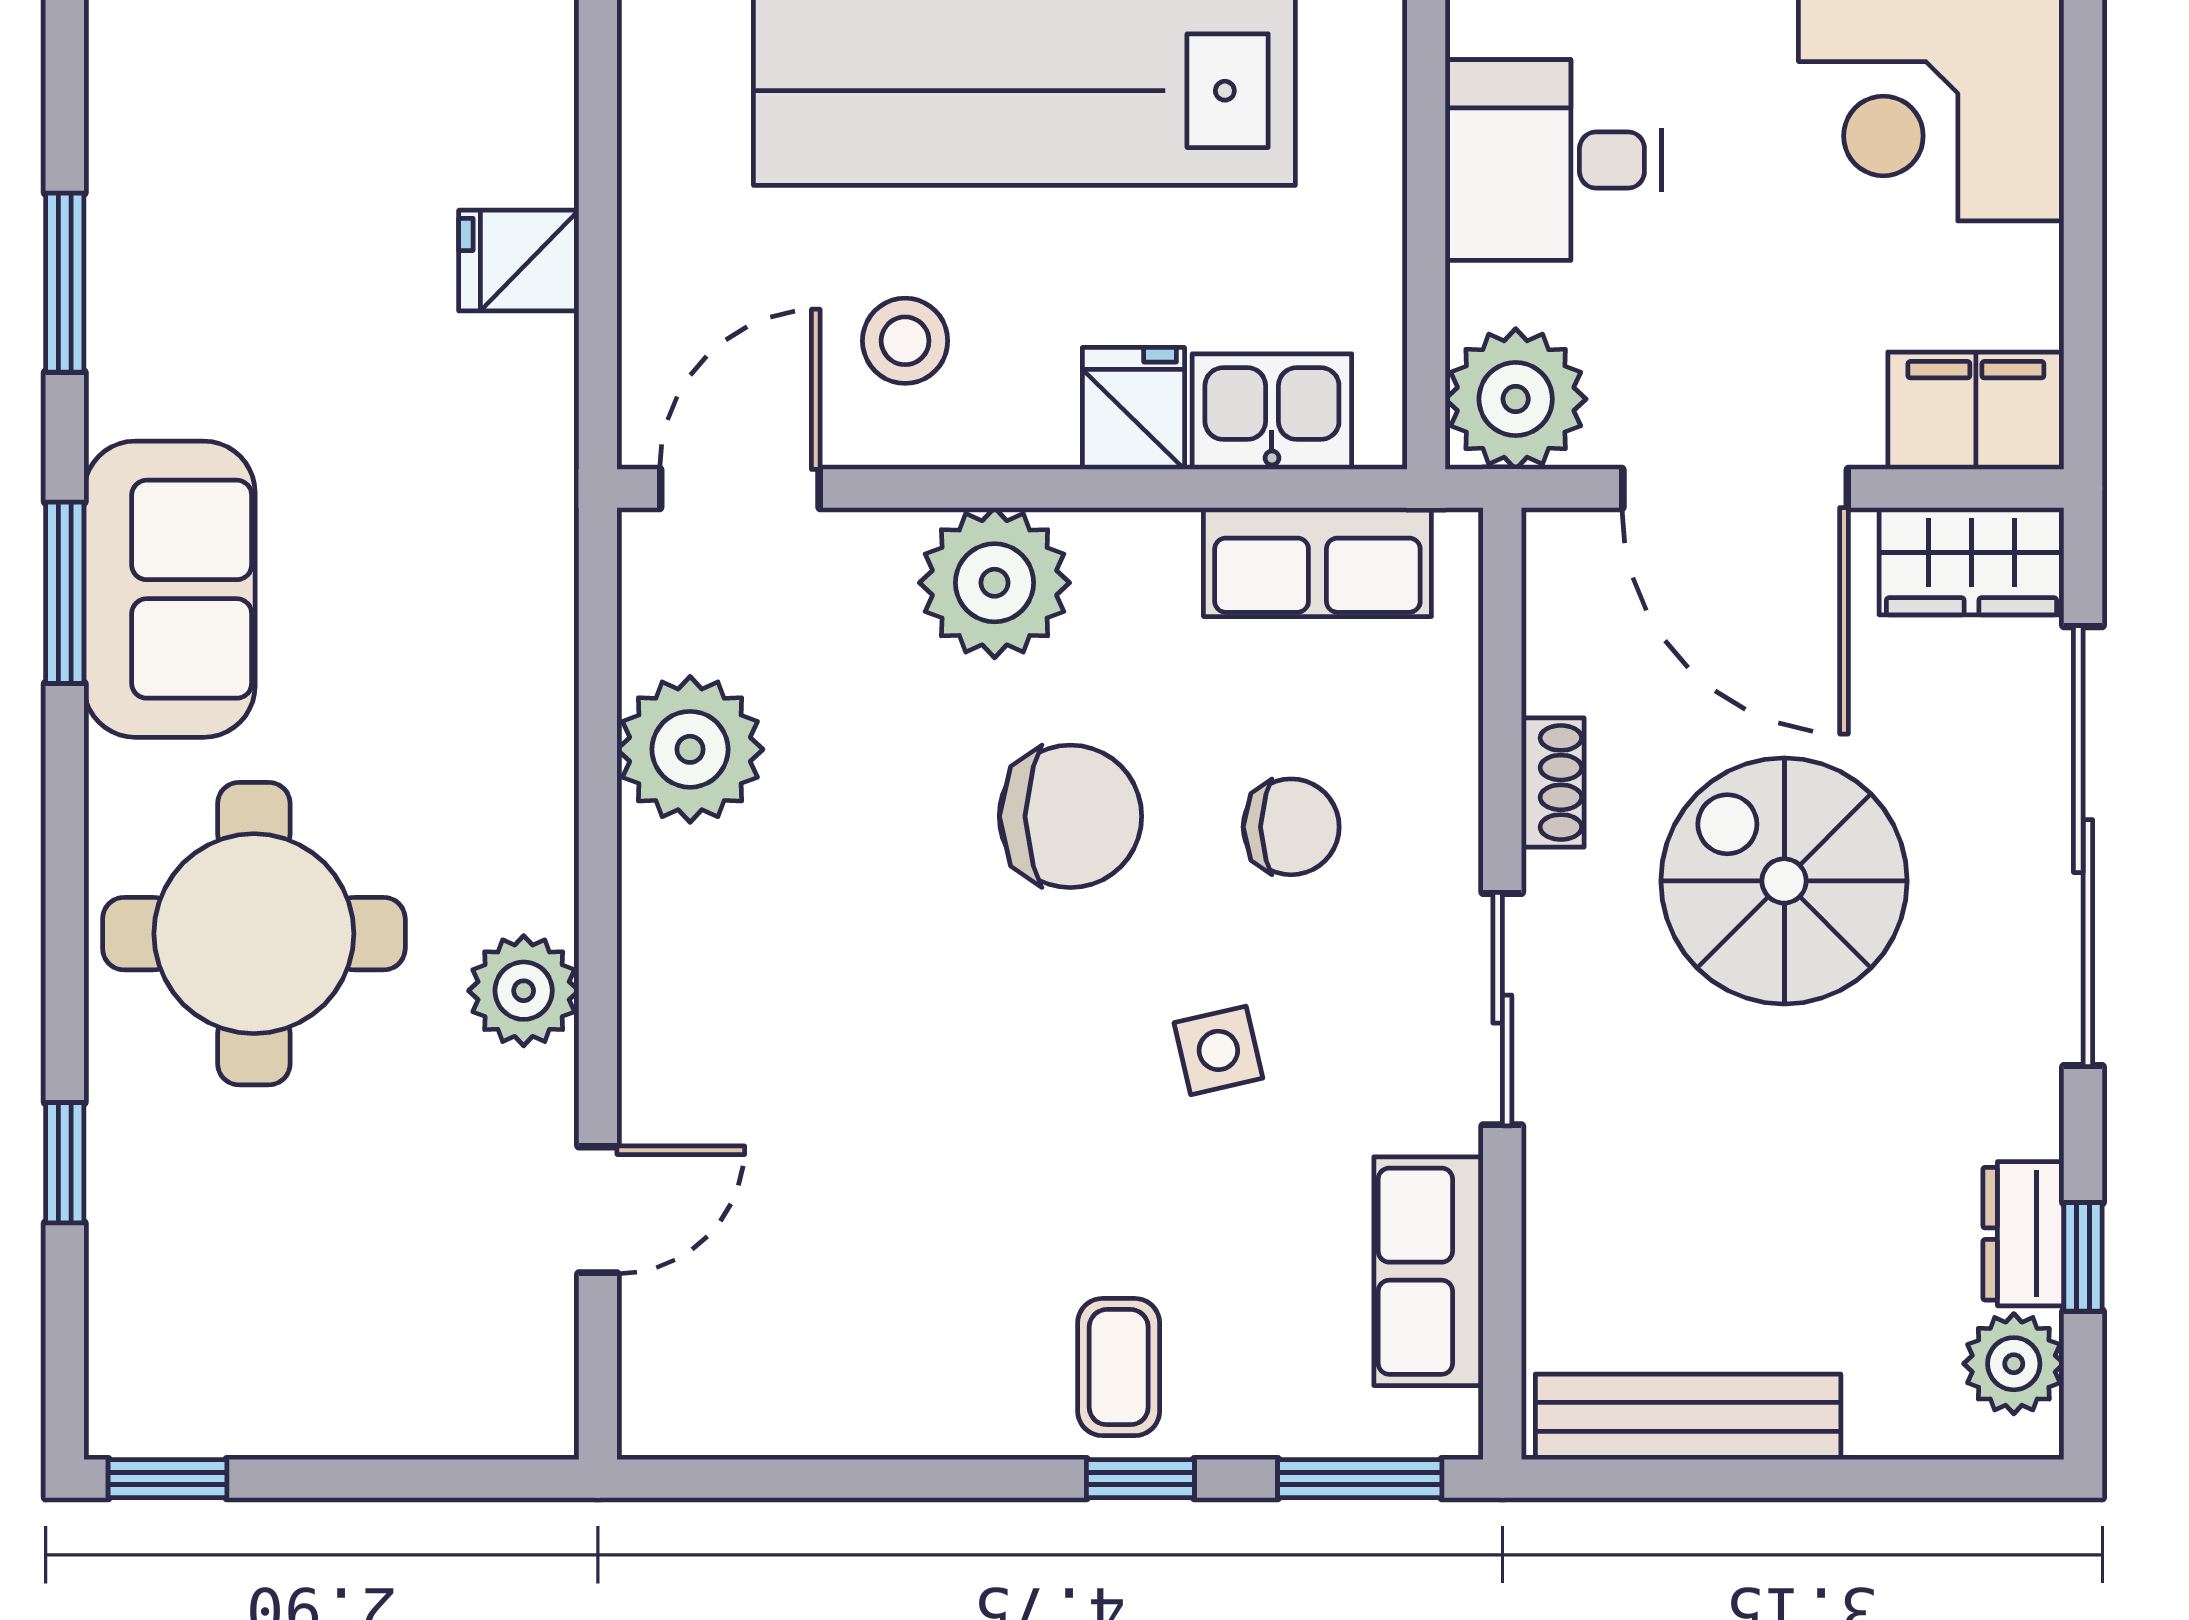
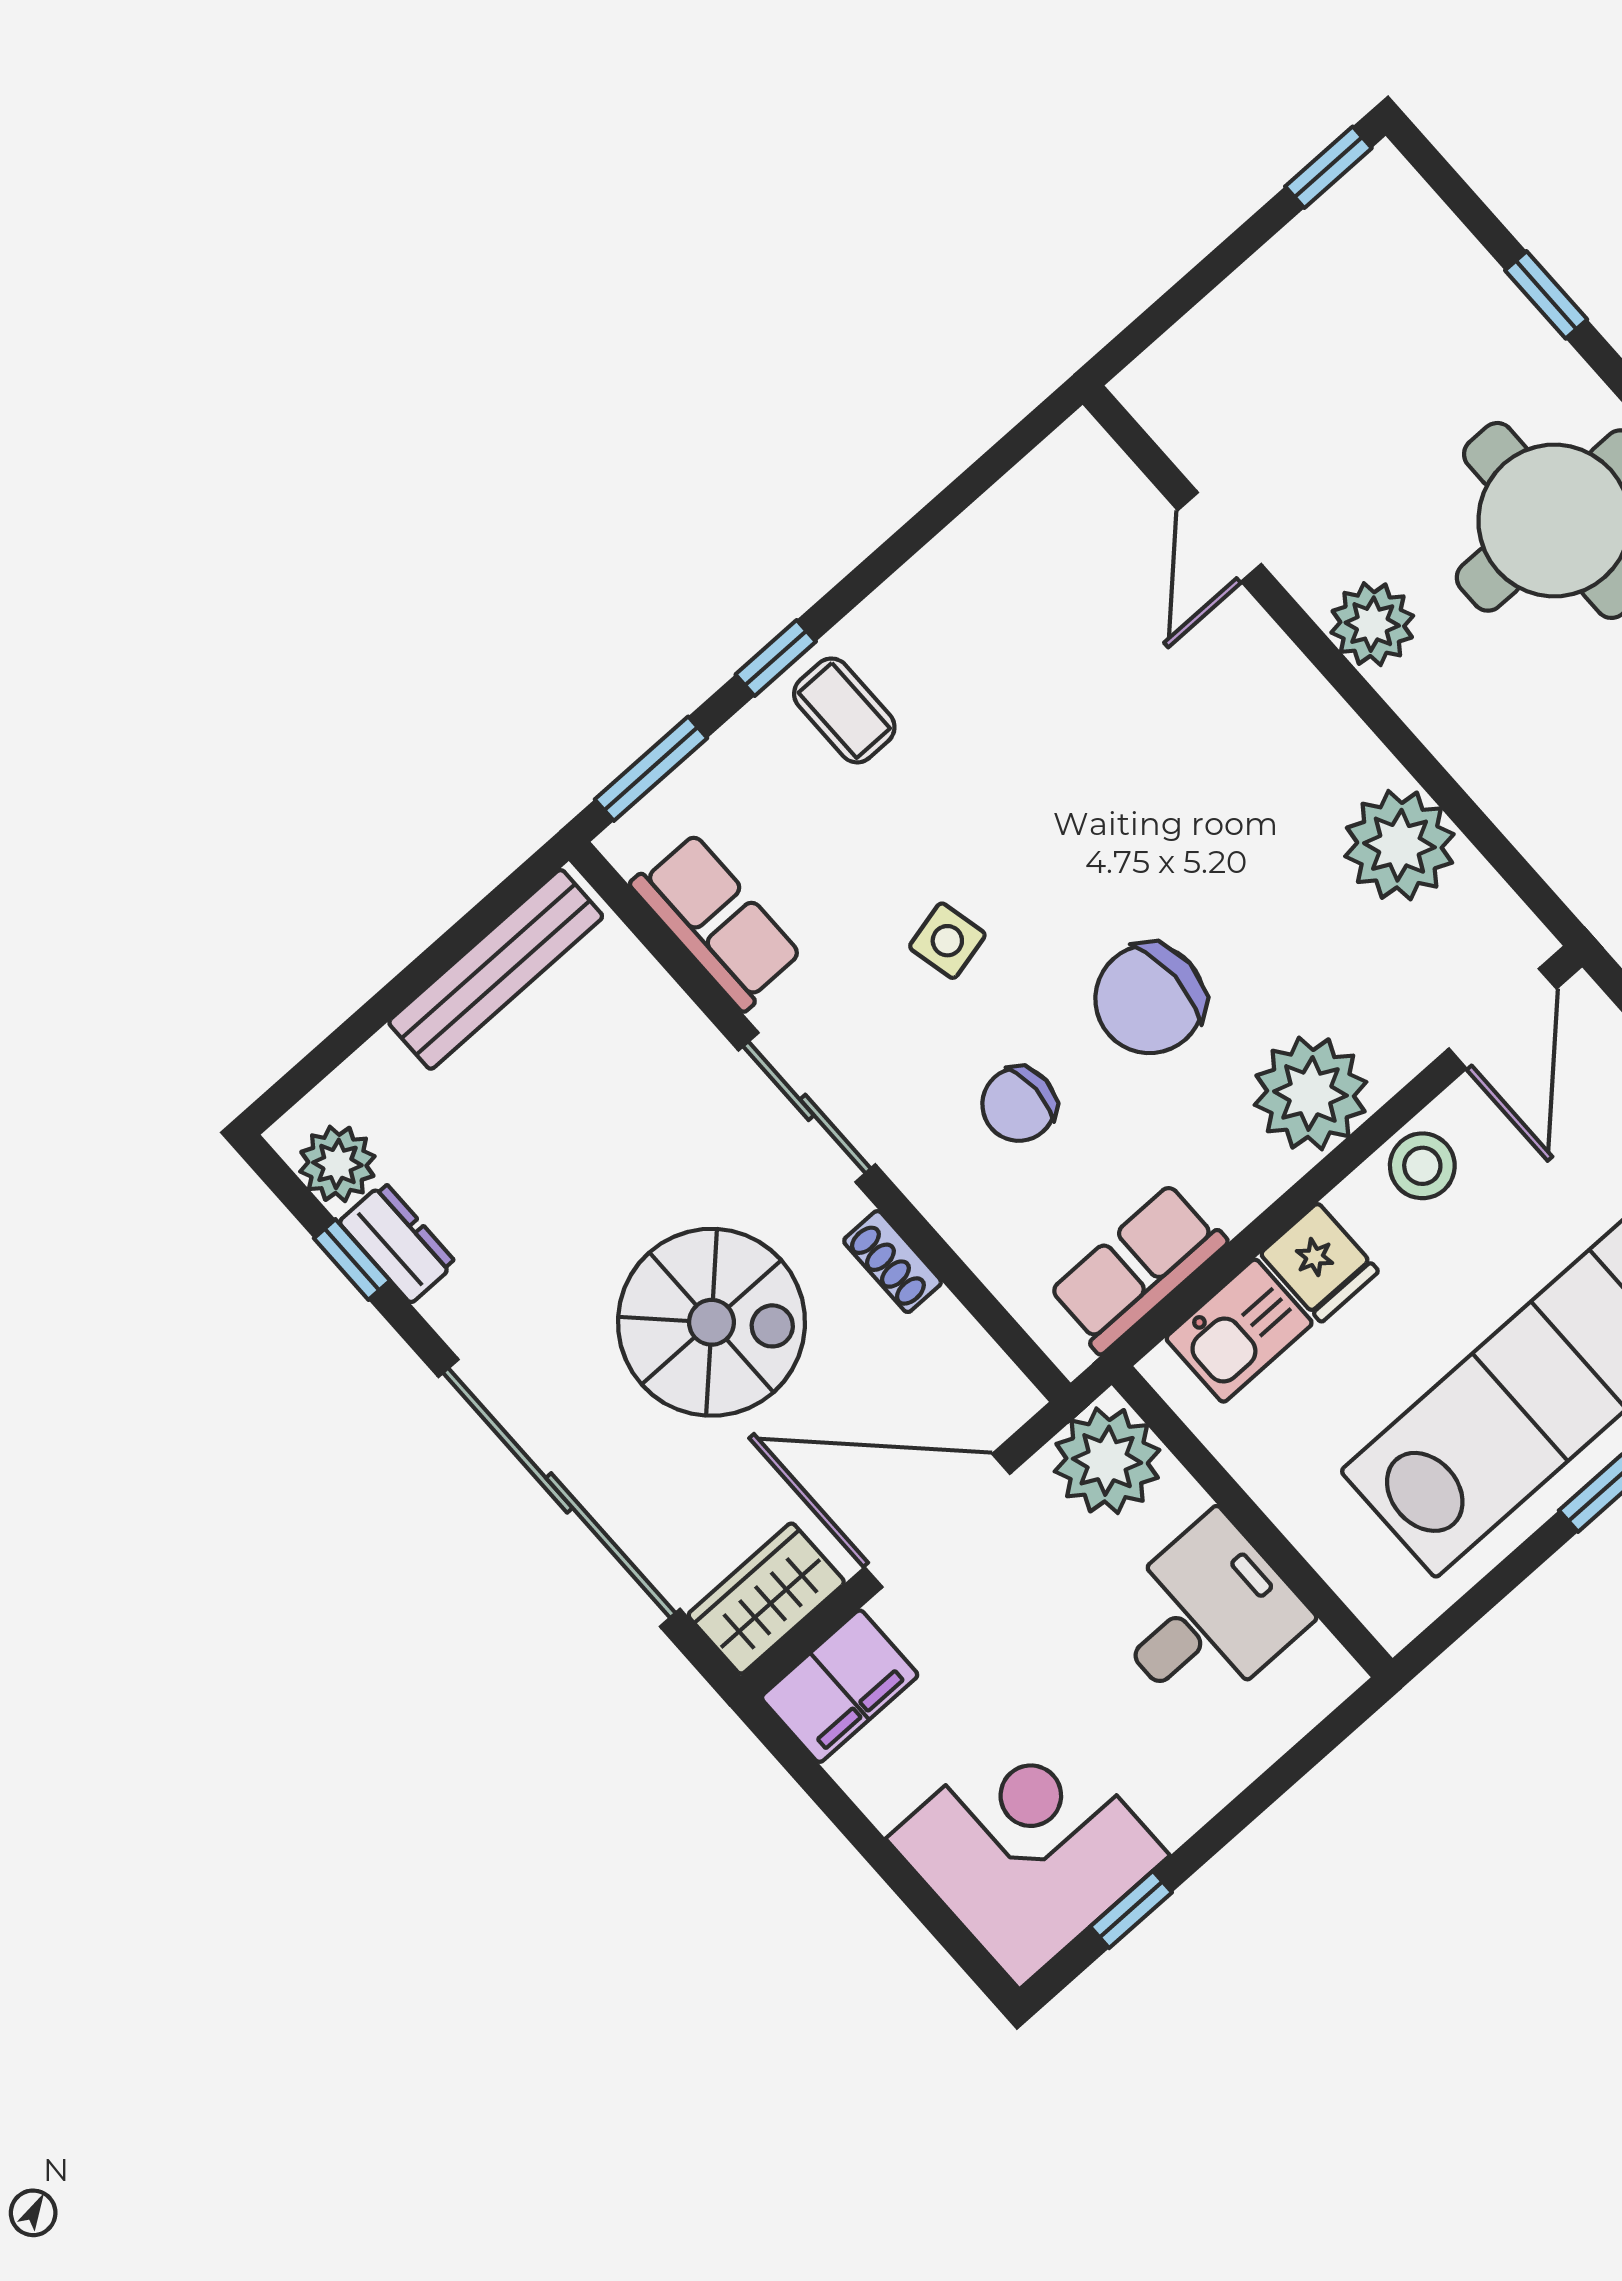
stool: (905, 341) -> (1422, 1166), moved

